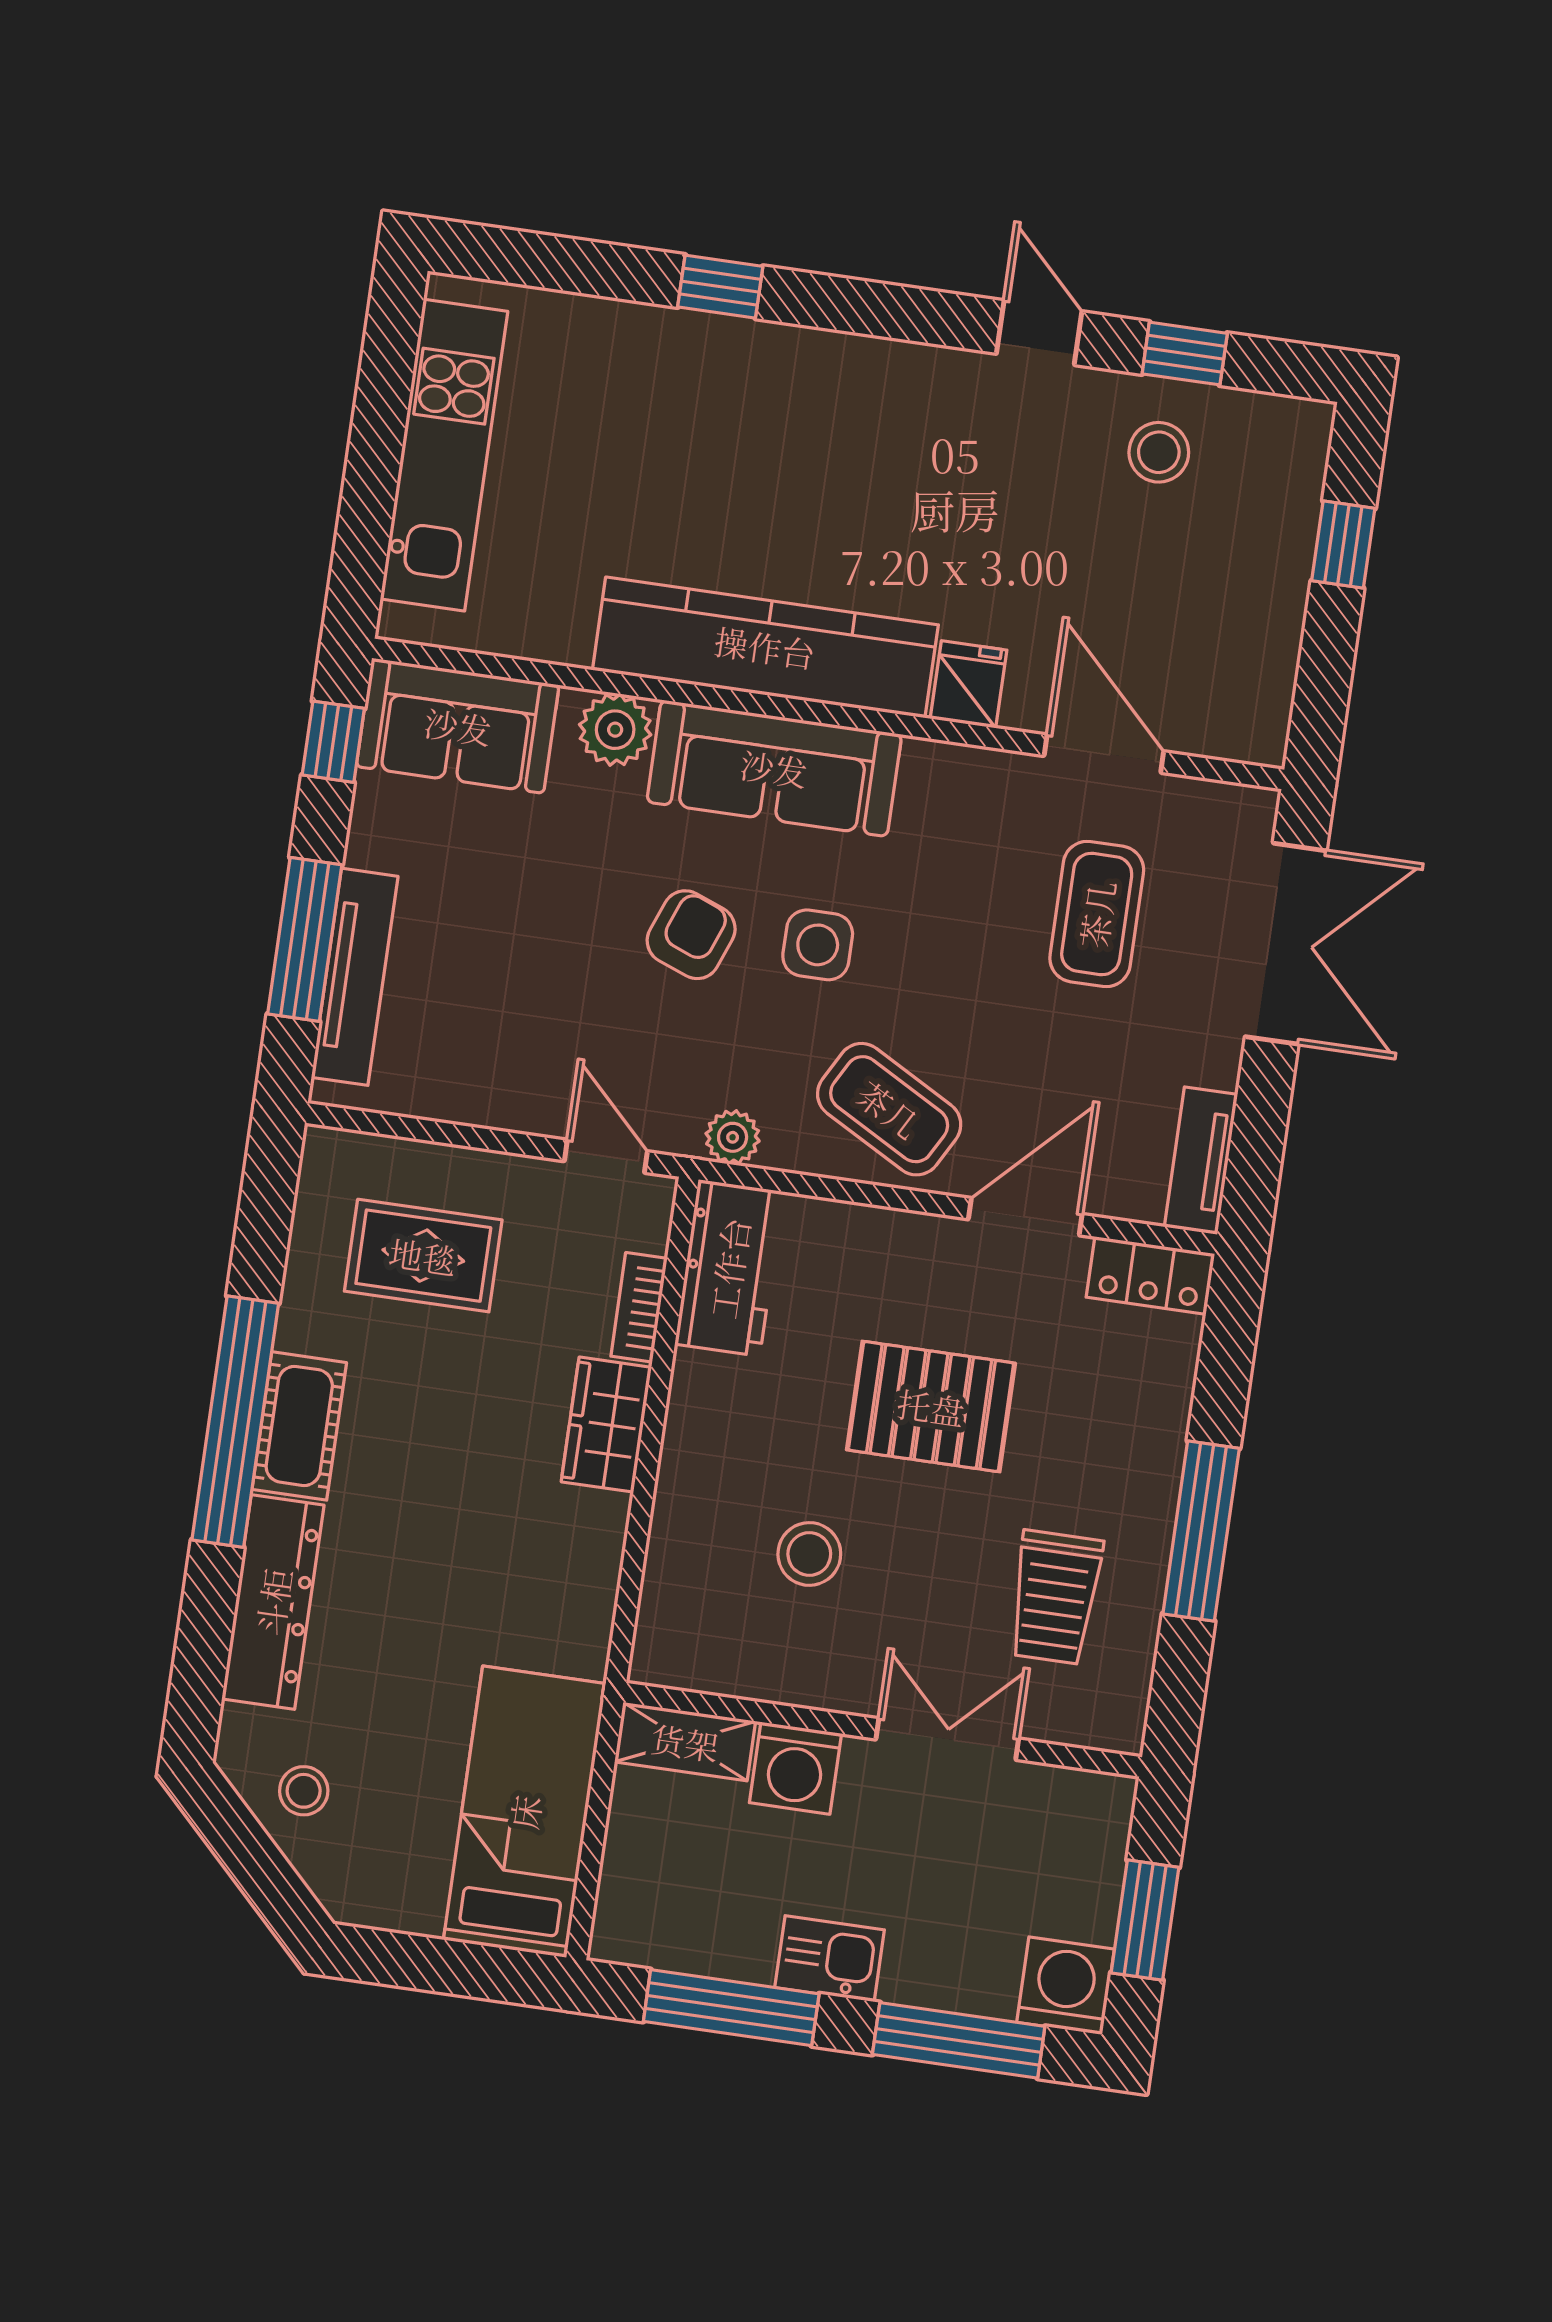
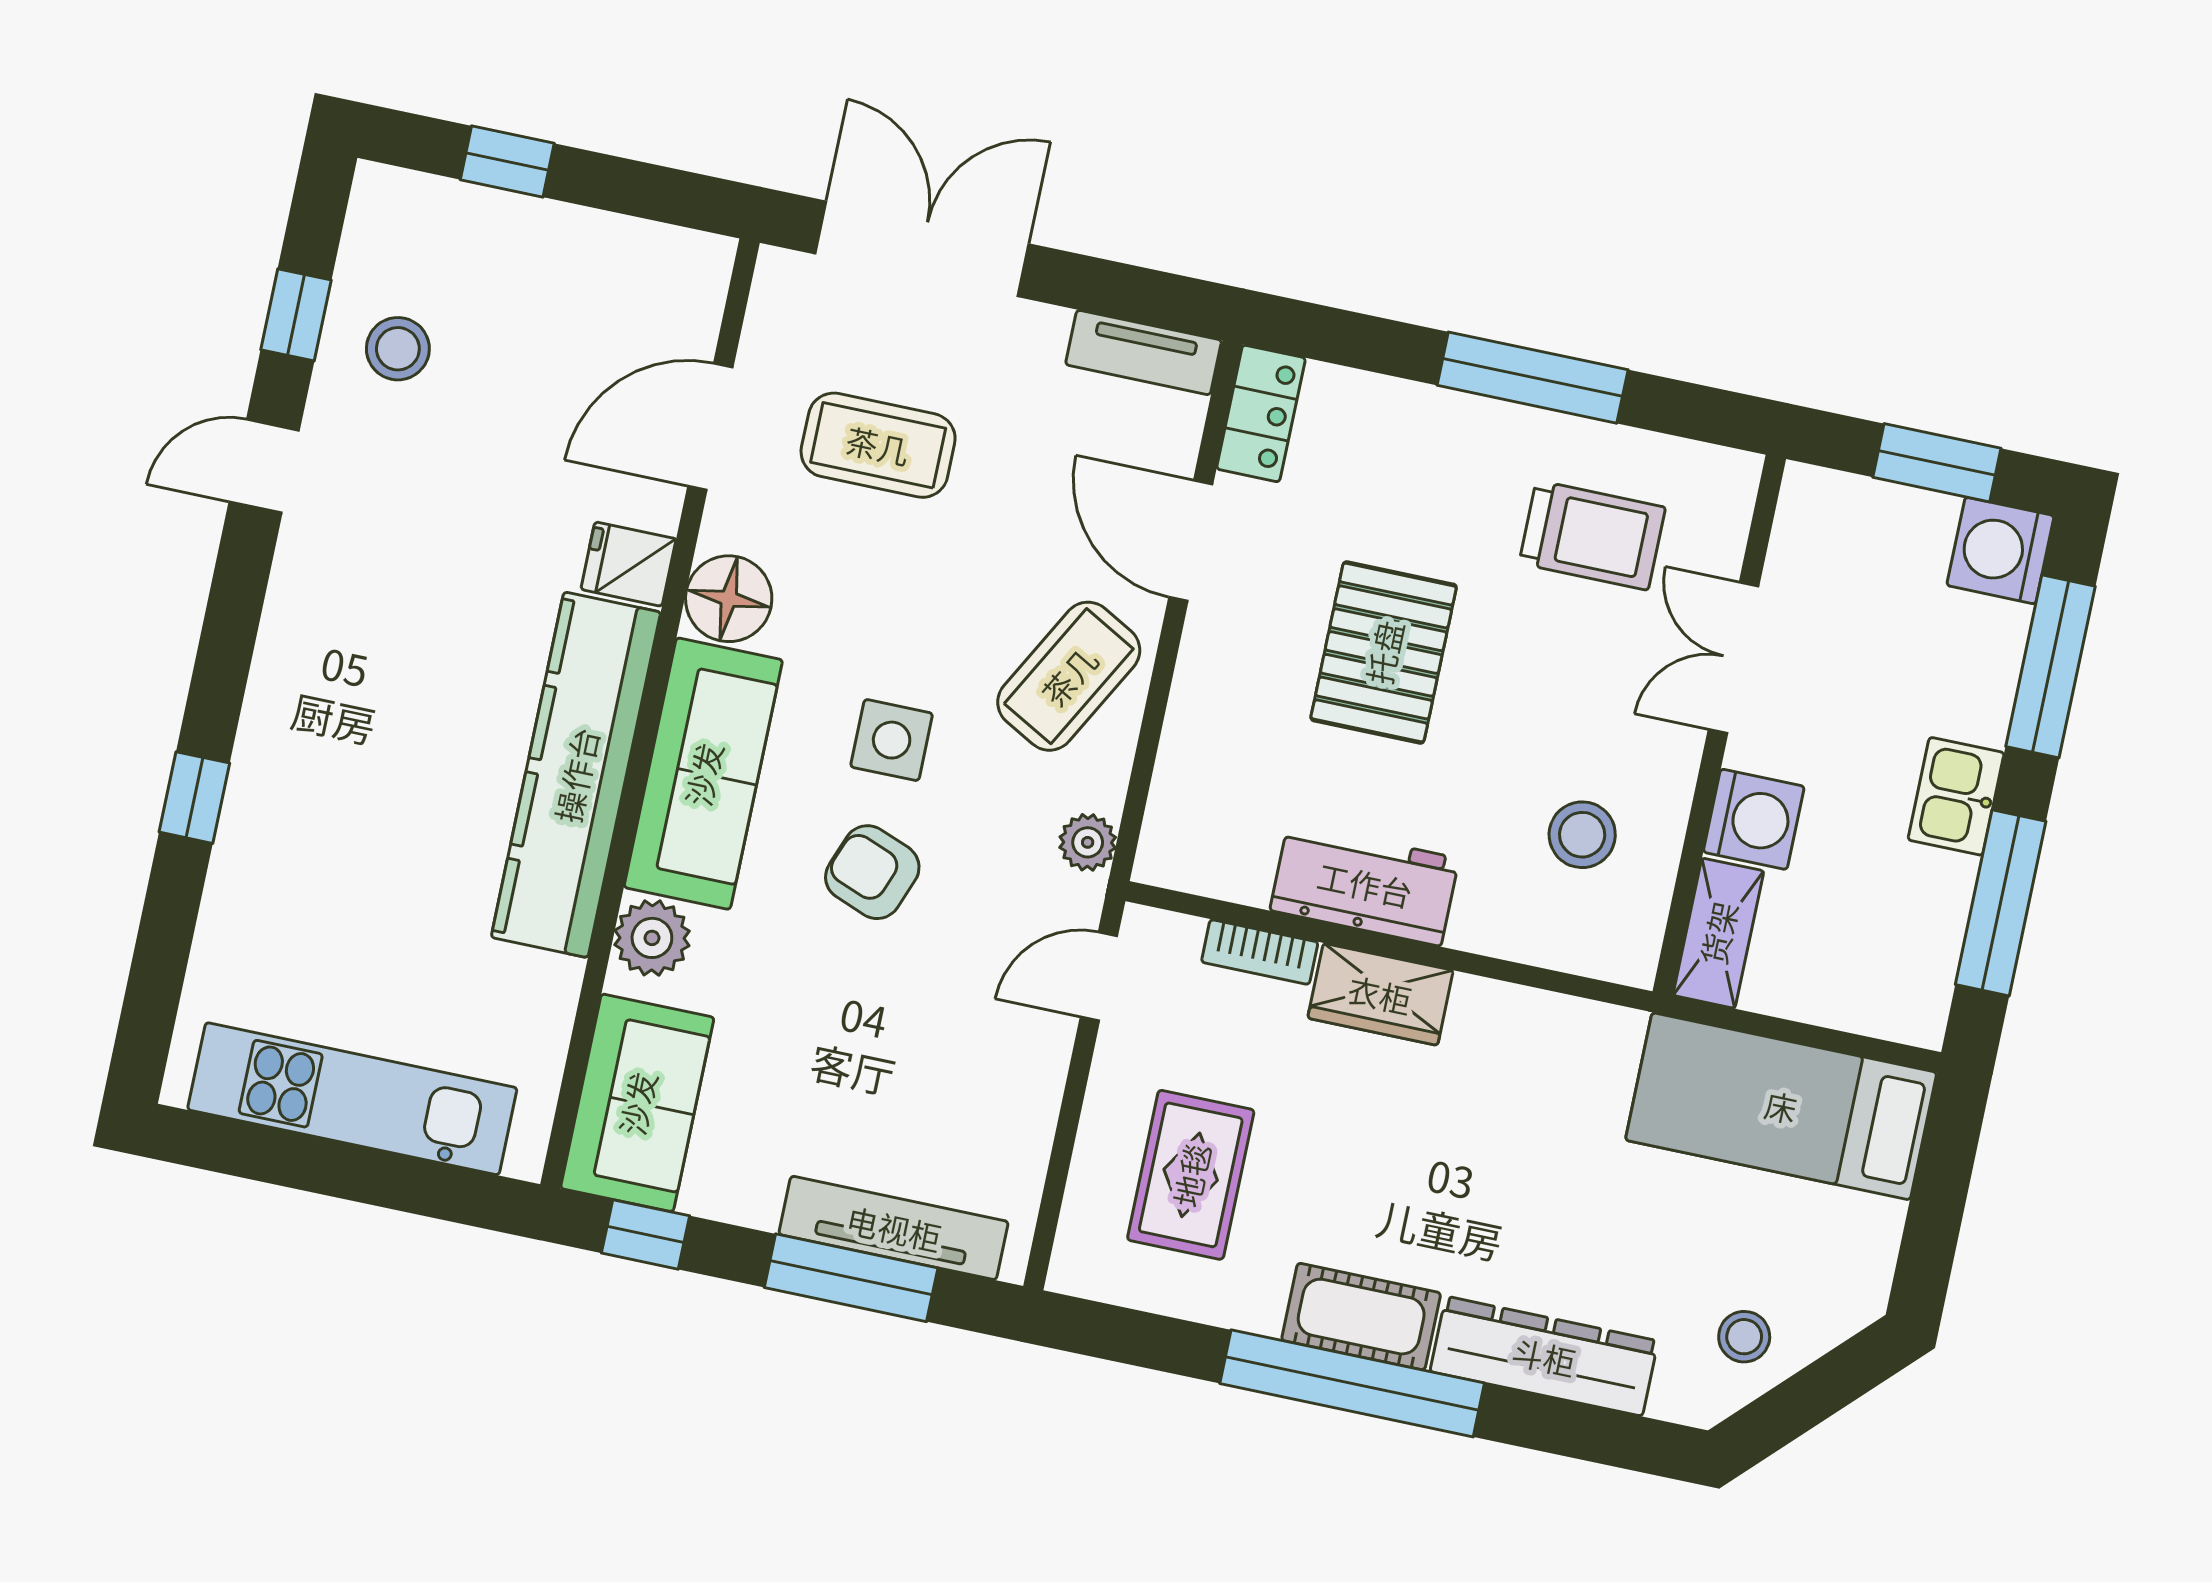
floor lamp: (942, 782) -> (729, 599), added
workbench: (729, 1268) -> (1365, 884), moved
stool: (809, 1554) -> (1582, 835), moved

